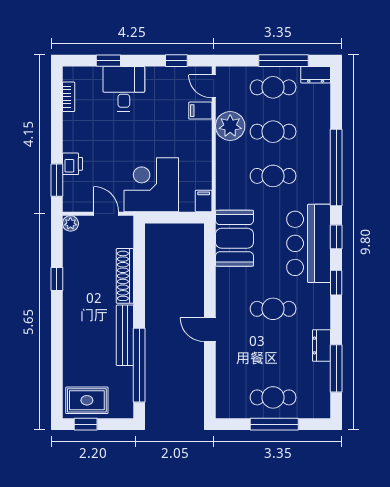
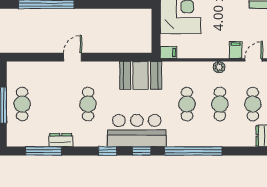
plant: (230, 126) -> (219, 67), width x0.53, depth x0.53

